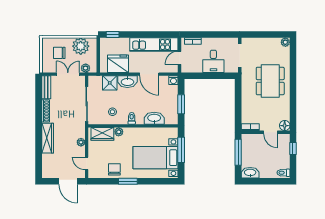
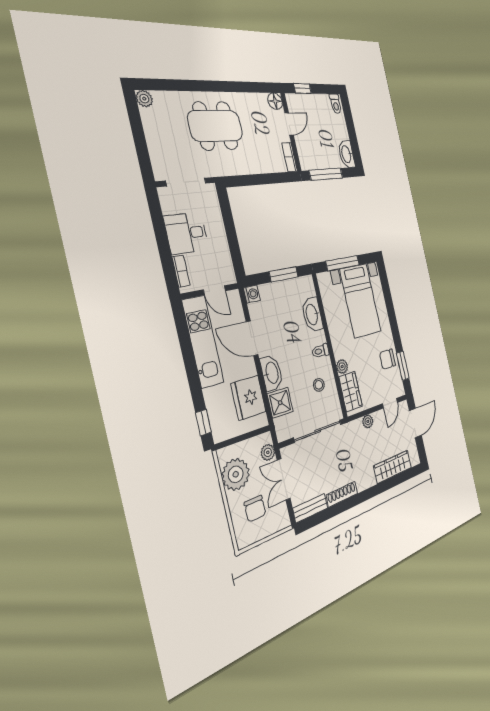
desk: (213, 61) -> (187, 233), moved, turned 180
door: (149, 74) -> (252, 338), swing flipped
wardrobe: (48, 138) -> (393, 467), moved
window: (128, 181) -> (403, 366), moved

